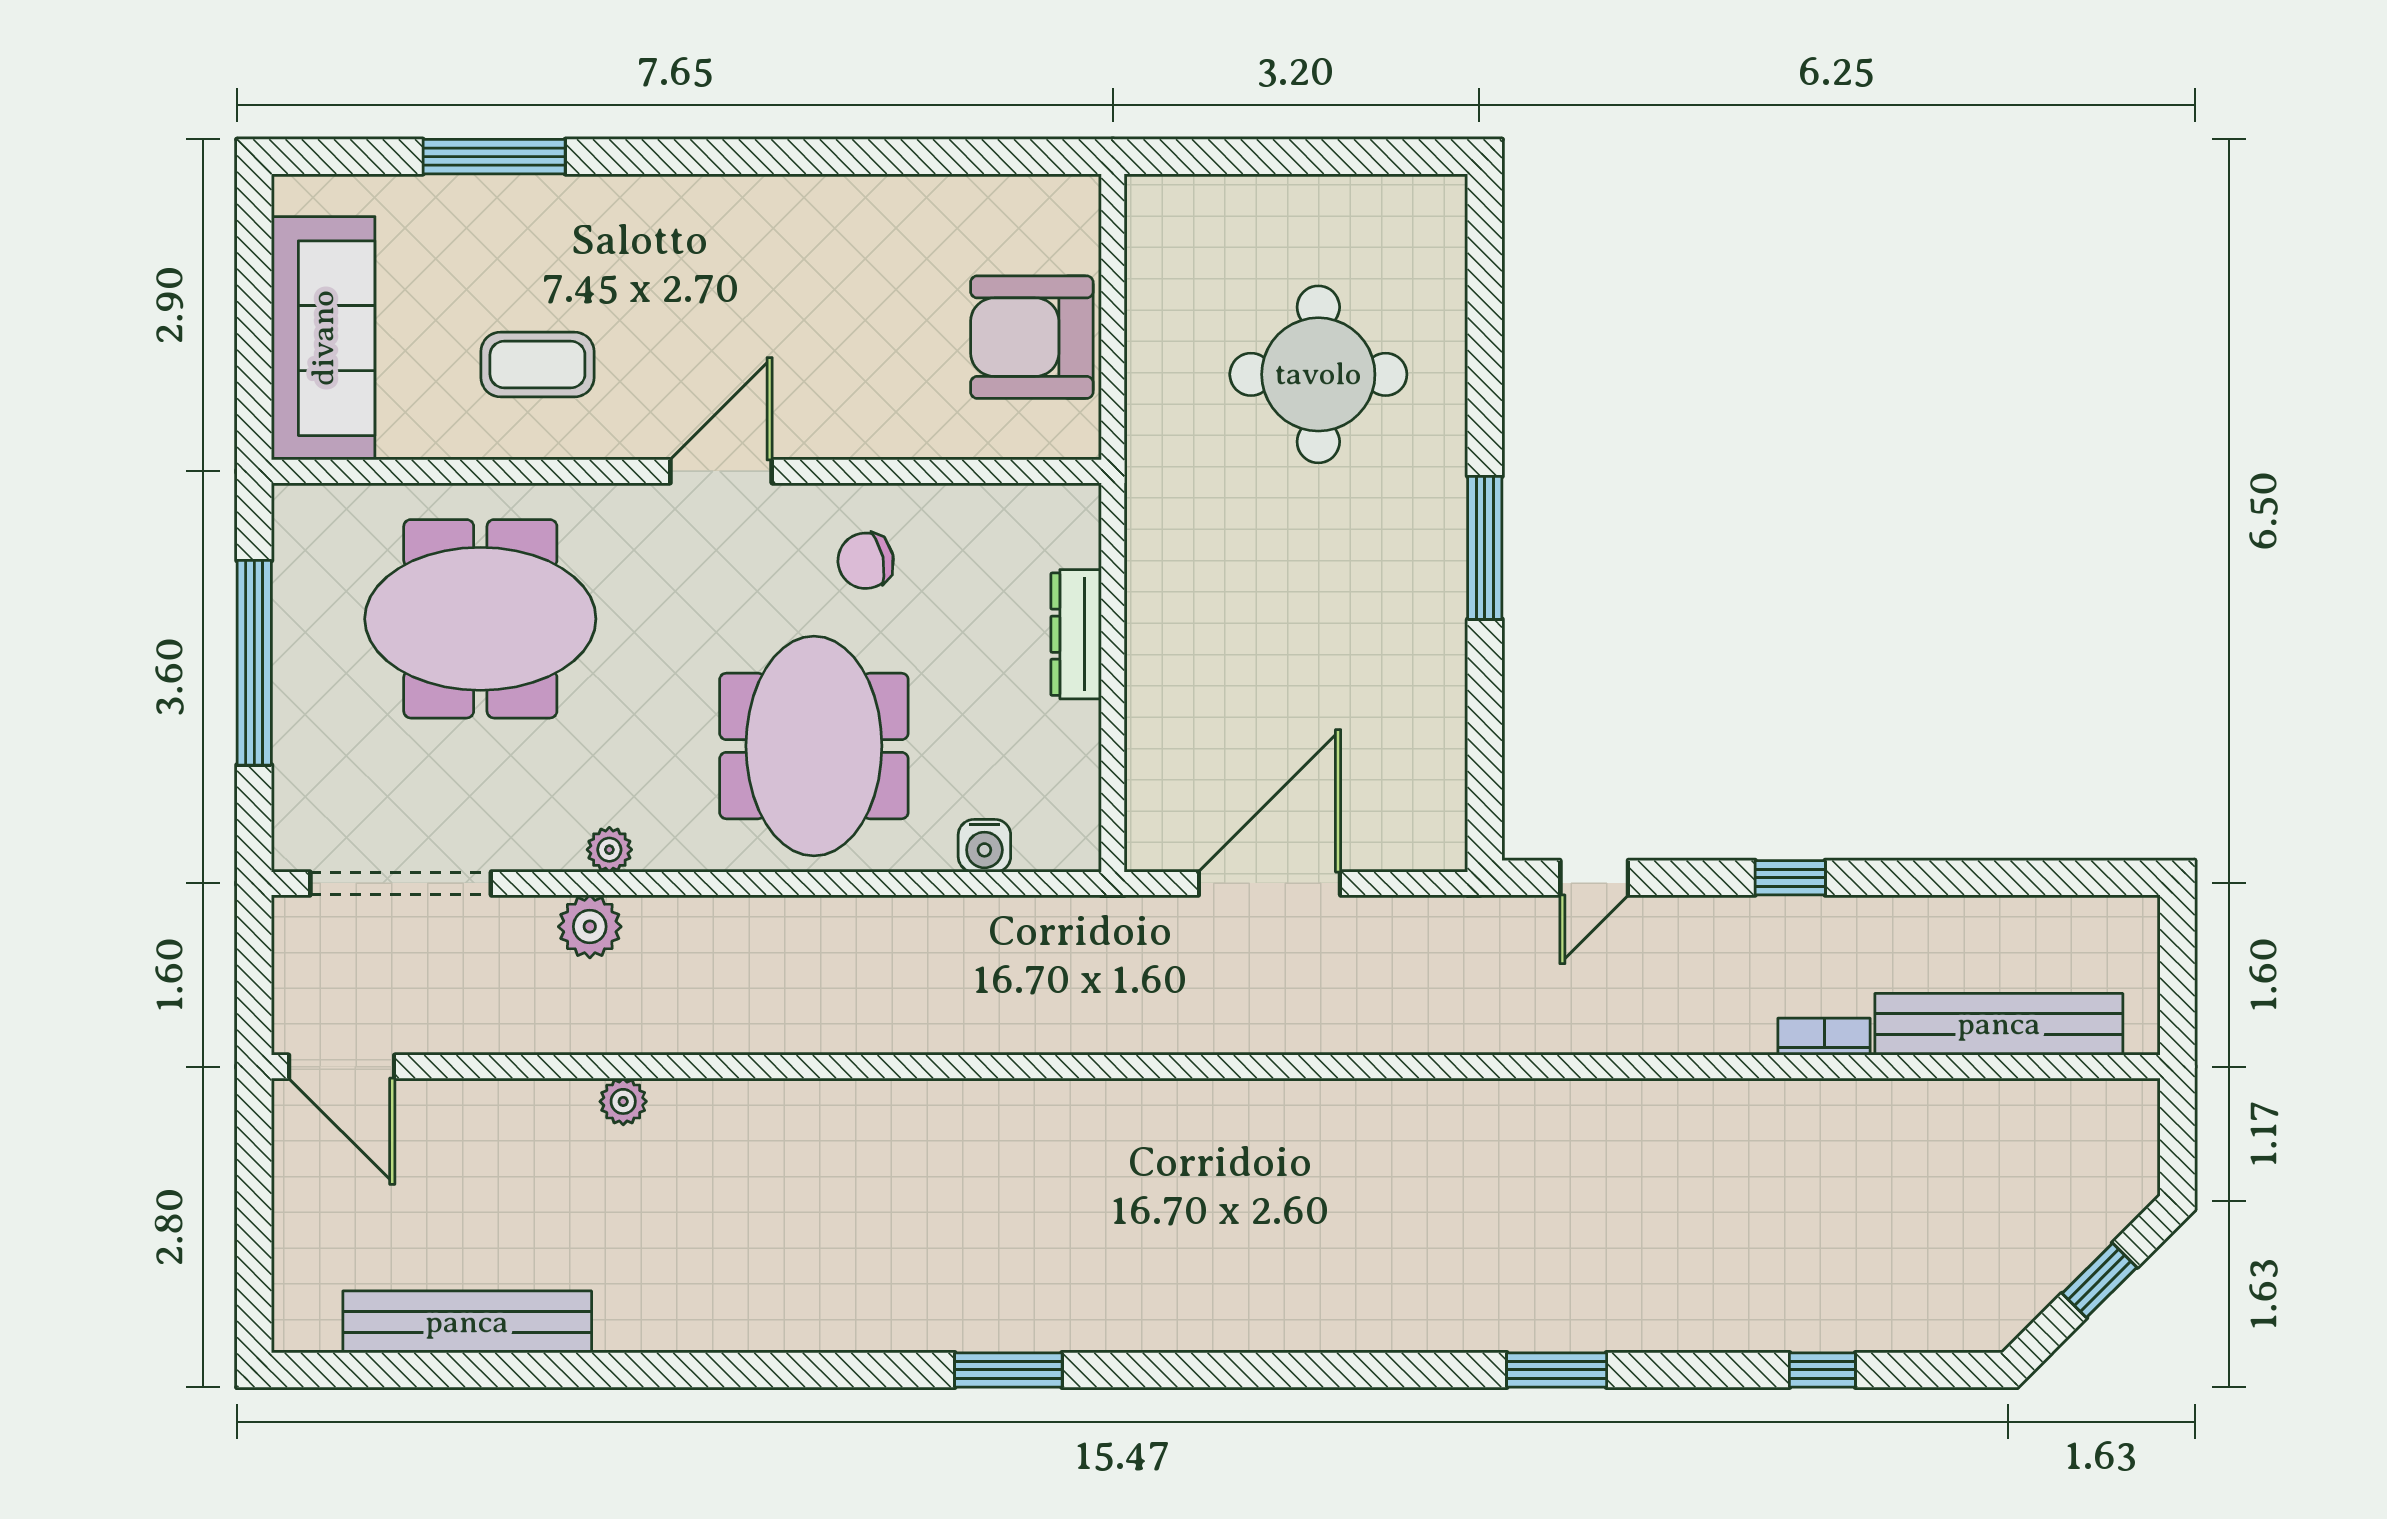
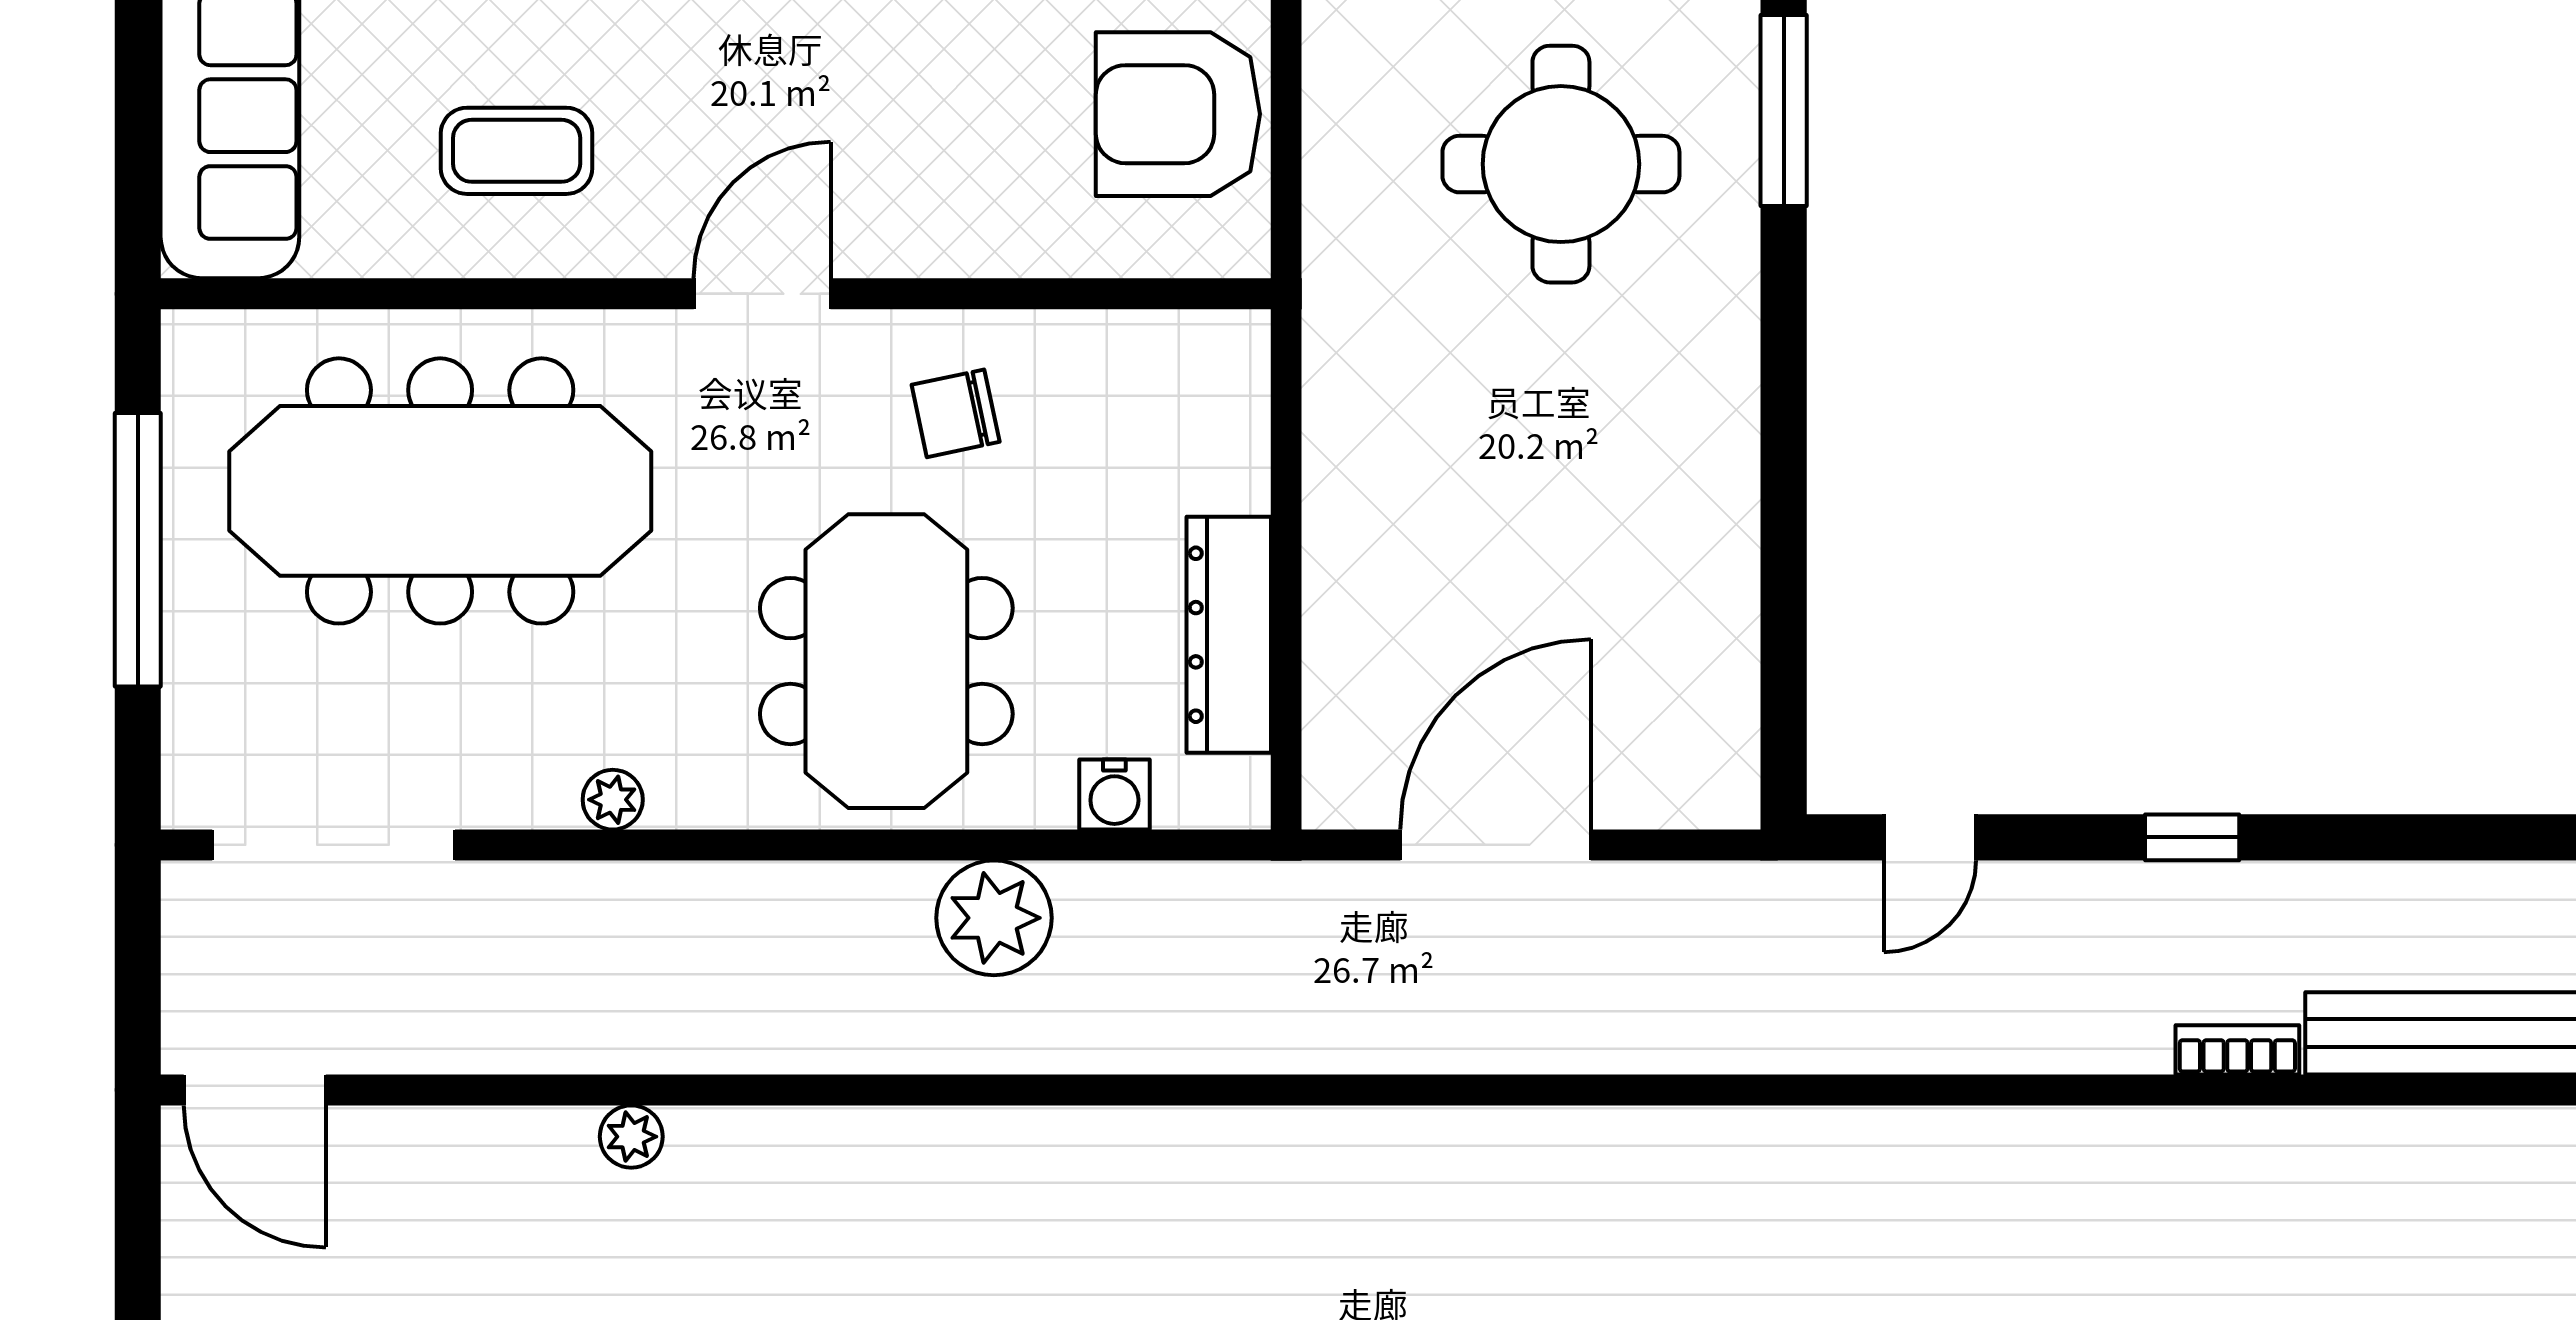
window: (1485, 548) -> (1784, 111), moved
meeting table: (480, 619) -> (440, 491), width x1.36
dresser: (1076, 634) -> (1229, 635), moved, width x1.37, depth x1.24
plant: (590, 927) -> (994, 918), moved, width x1.36, depth x1.36

